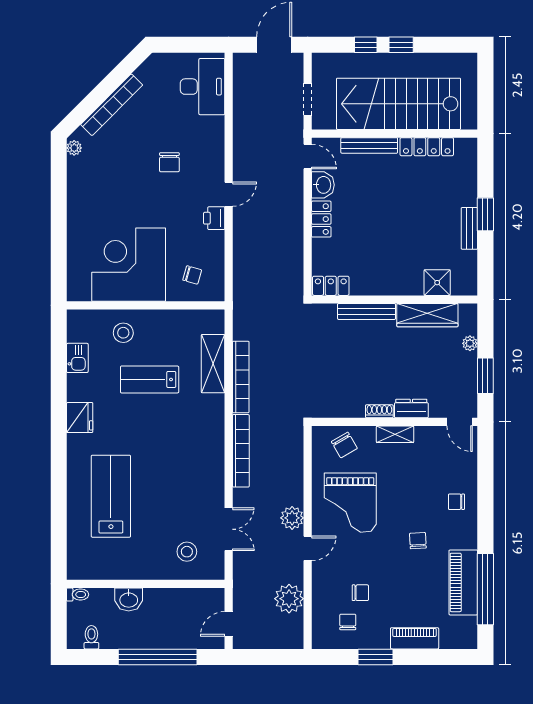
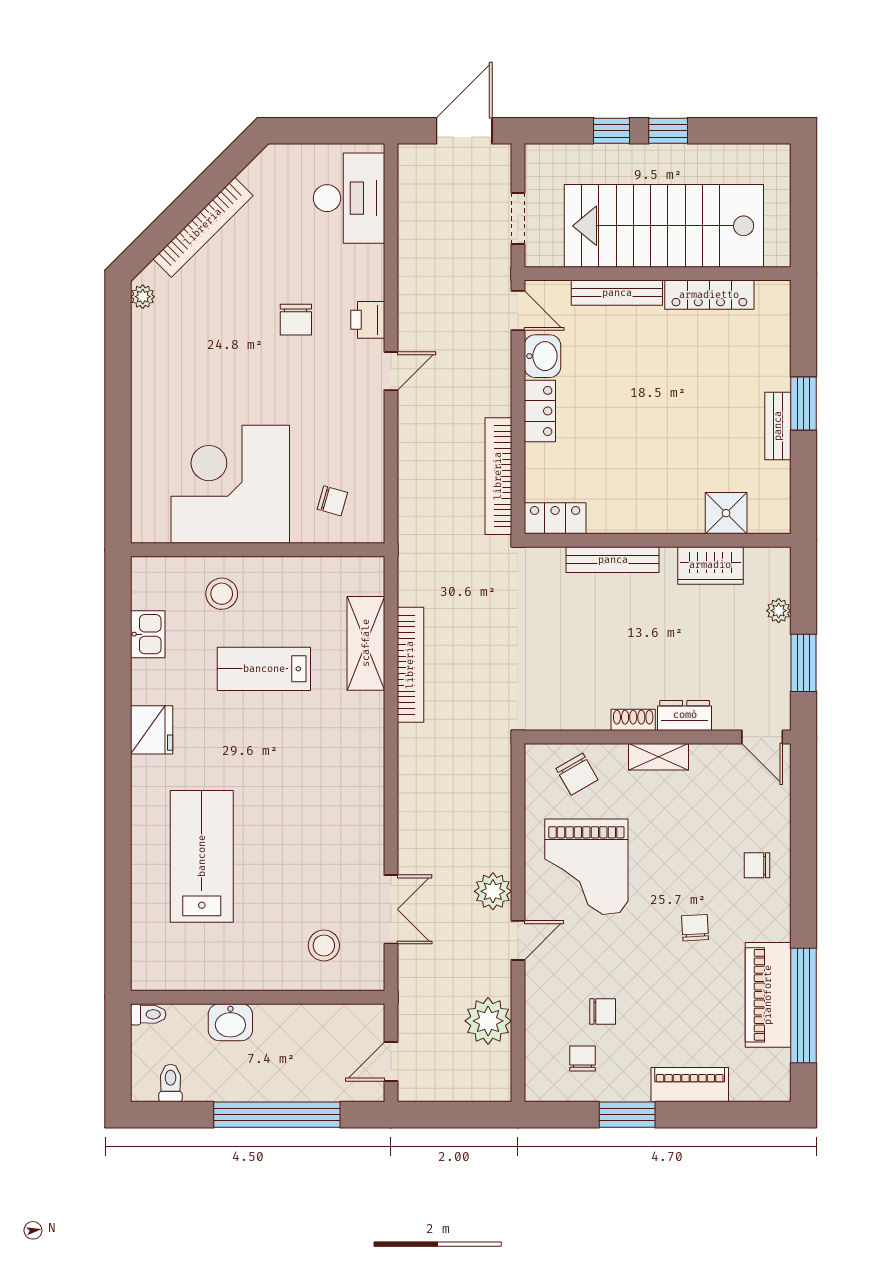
printer: (214, 218) -> (368, 320), moved
wardrobe: (427, 315) -> (710, 565), width x0.67
bookcase: (241, 451) -> (498, 476), moved, turned 180

